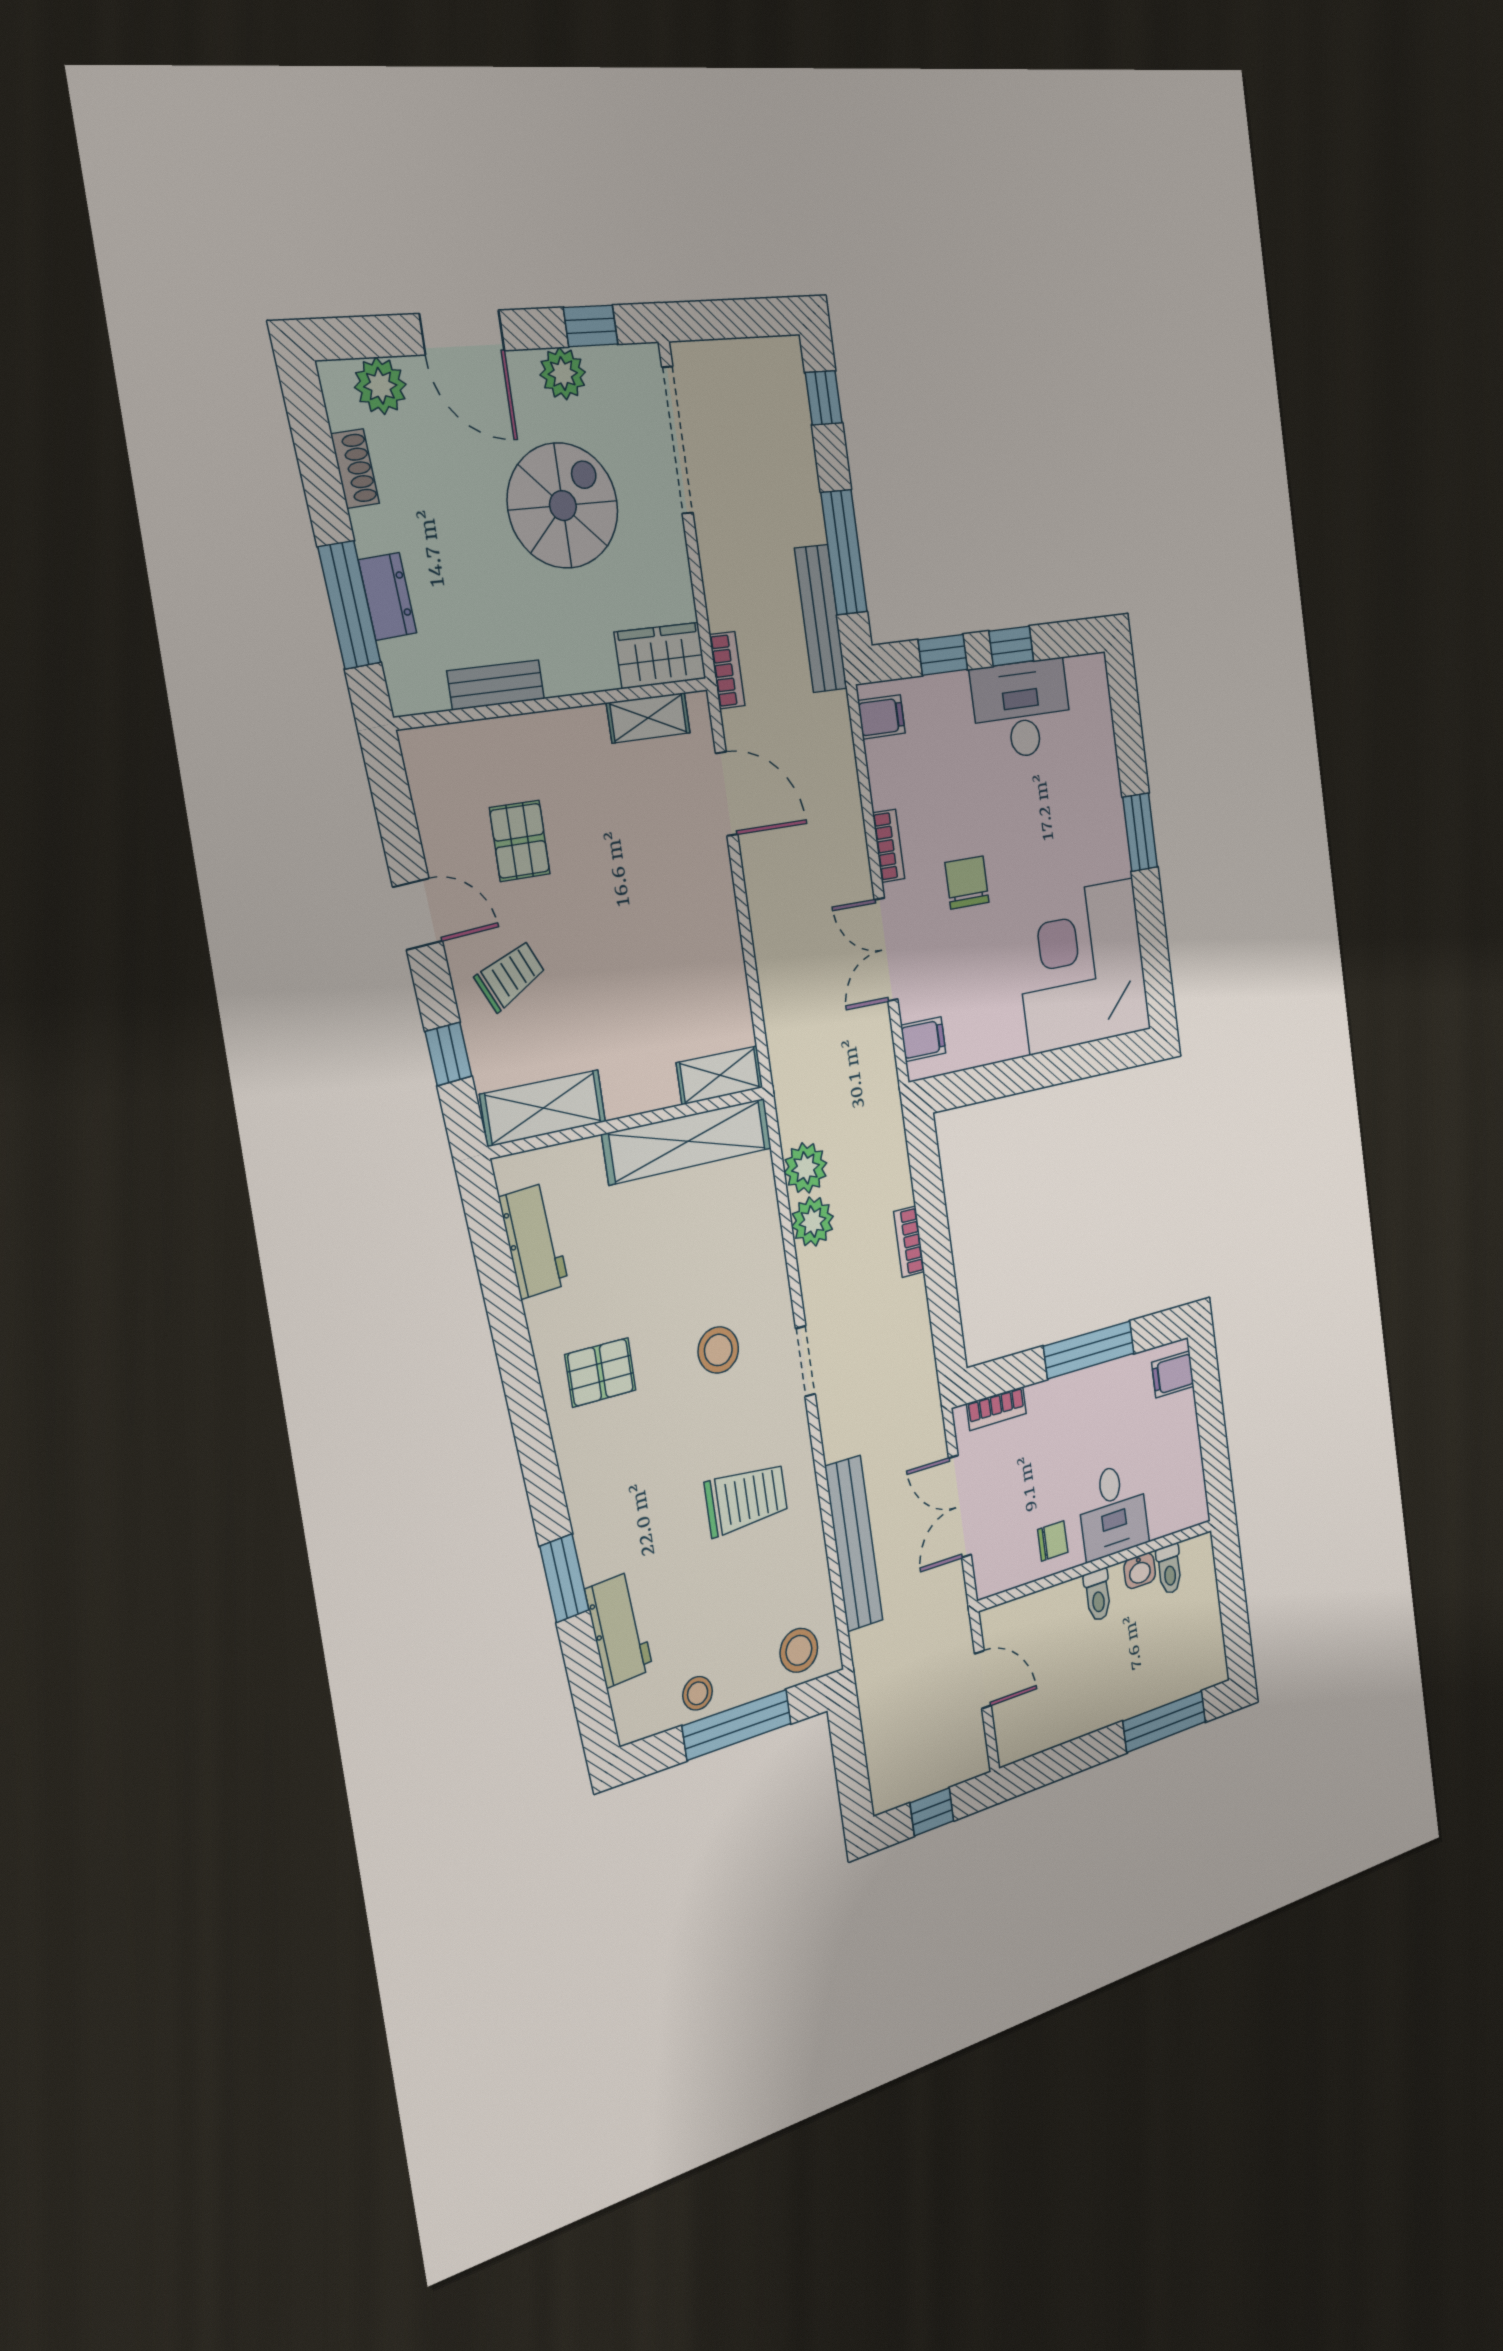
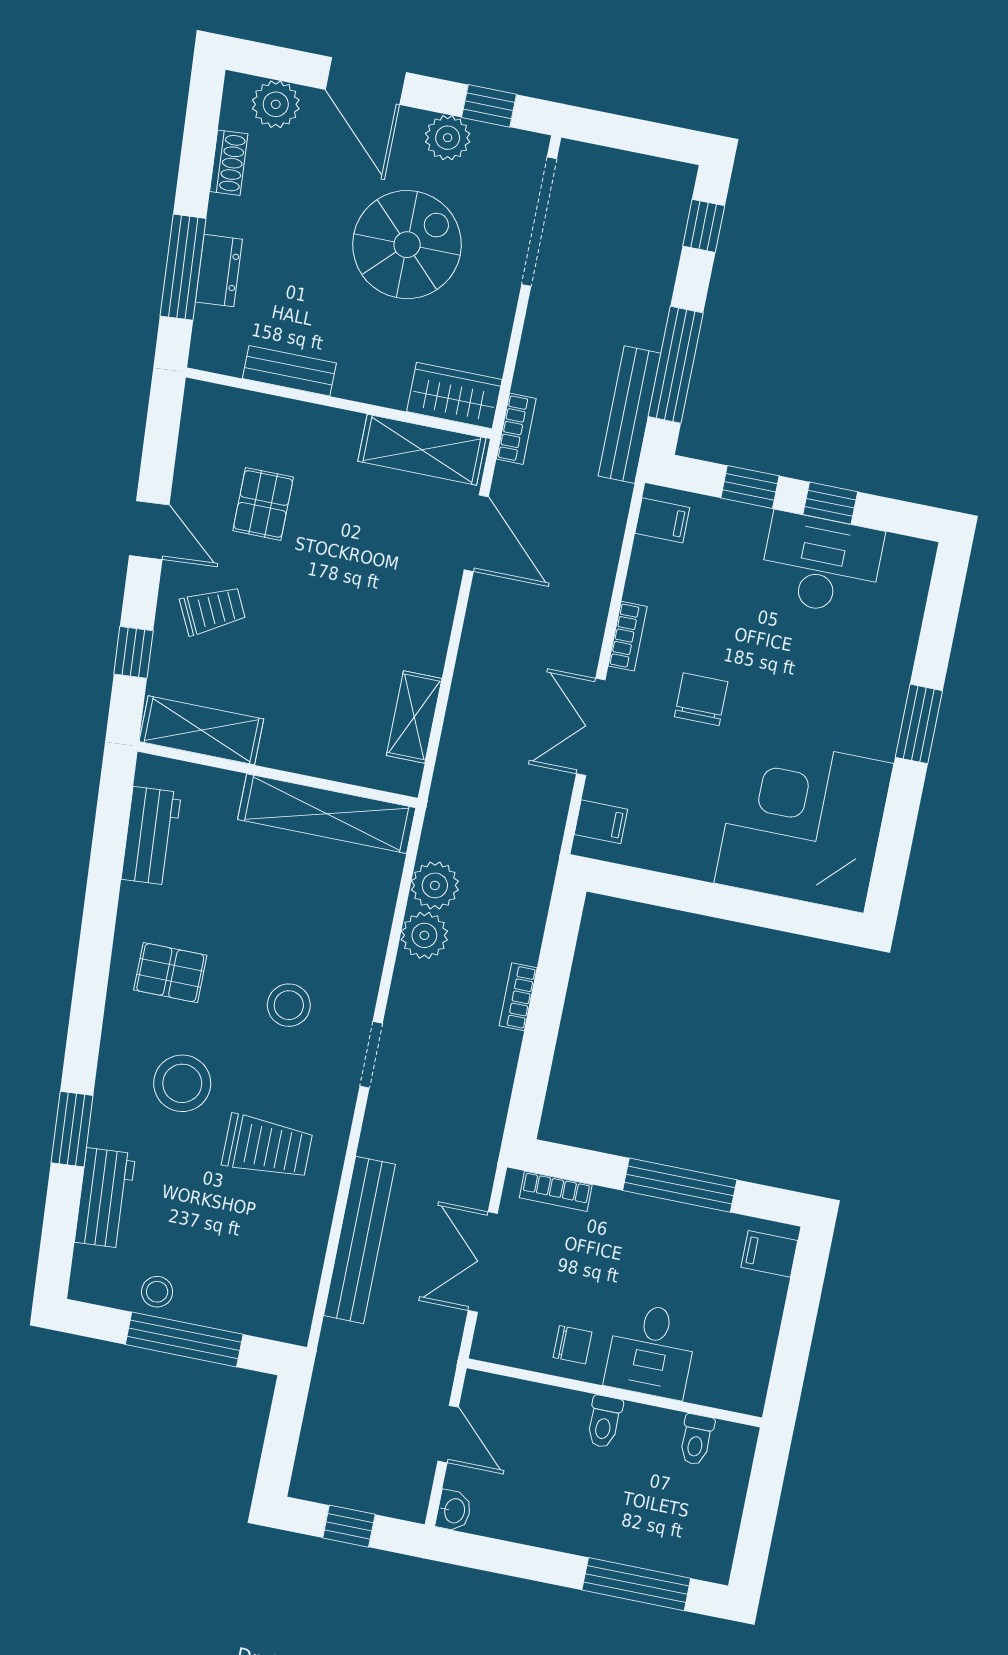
shelving: (648, 718) -> (422, 450), width x1.50, depth x1.33
shelving: (720, 1075) -> (414, 717), moved, turned 90
washbasin: (1140, 1571) -> (454, 1511), moved, turned -90
stool: (799, 1650) -> (182, 1083), moved, width x1.38, depth x1.38

